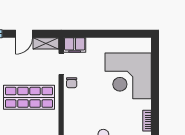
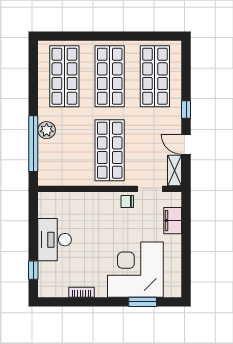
filing cabinet: (75, 45) -> (173, 221), moved
window: (155, 70) -> (143, 302), added

